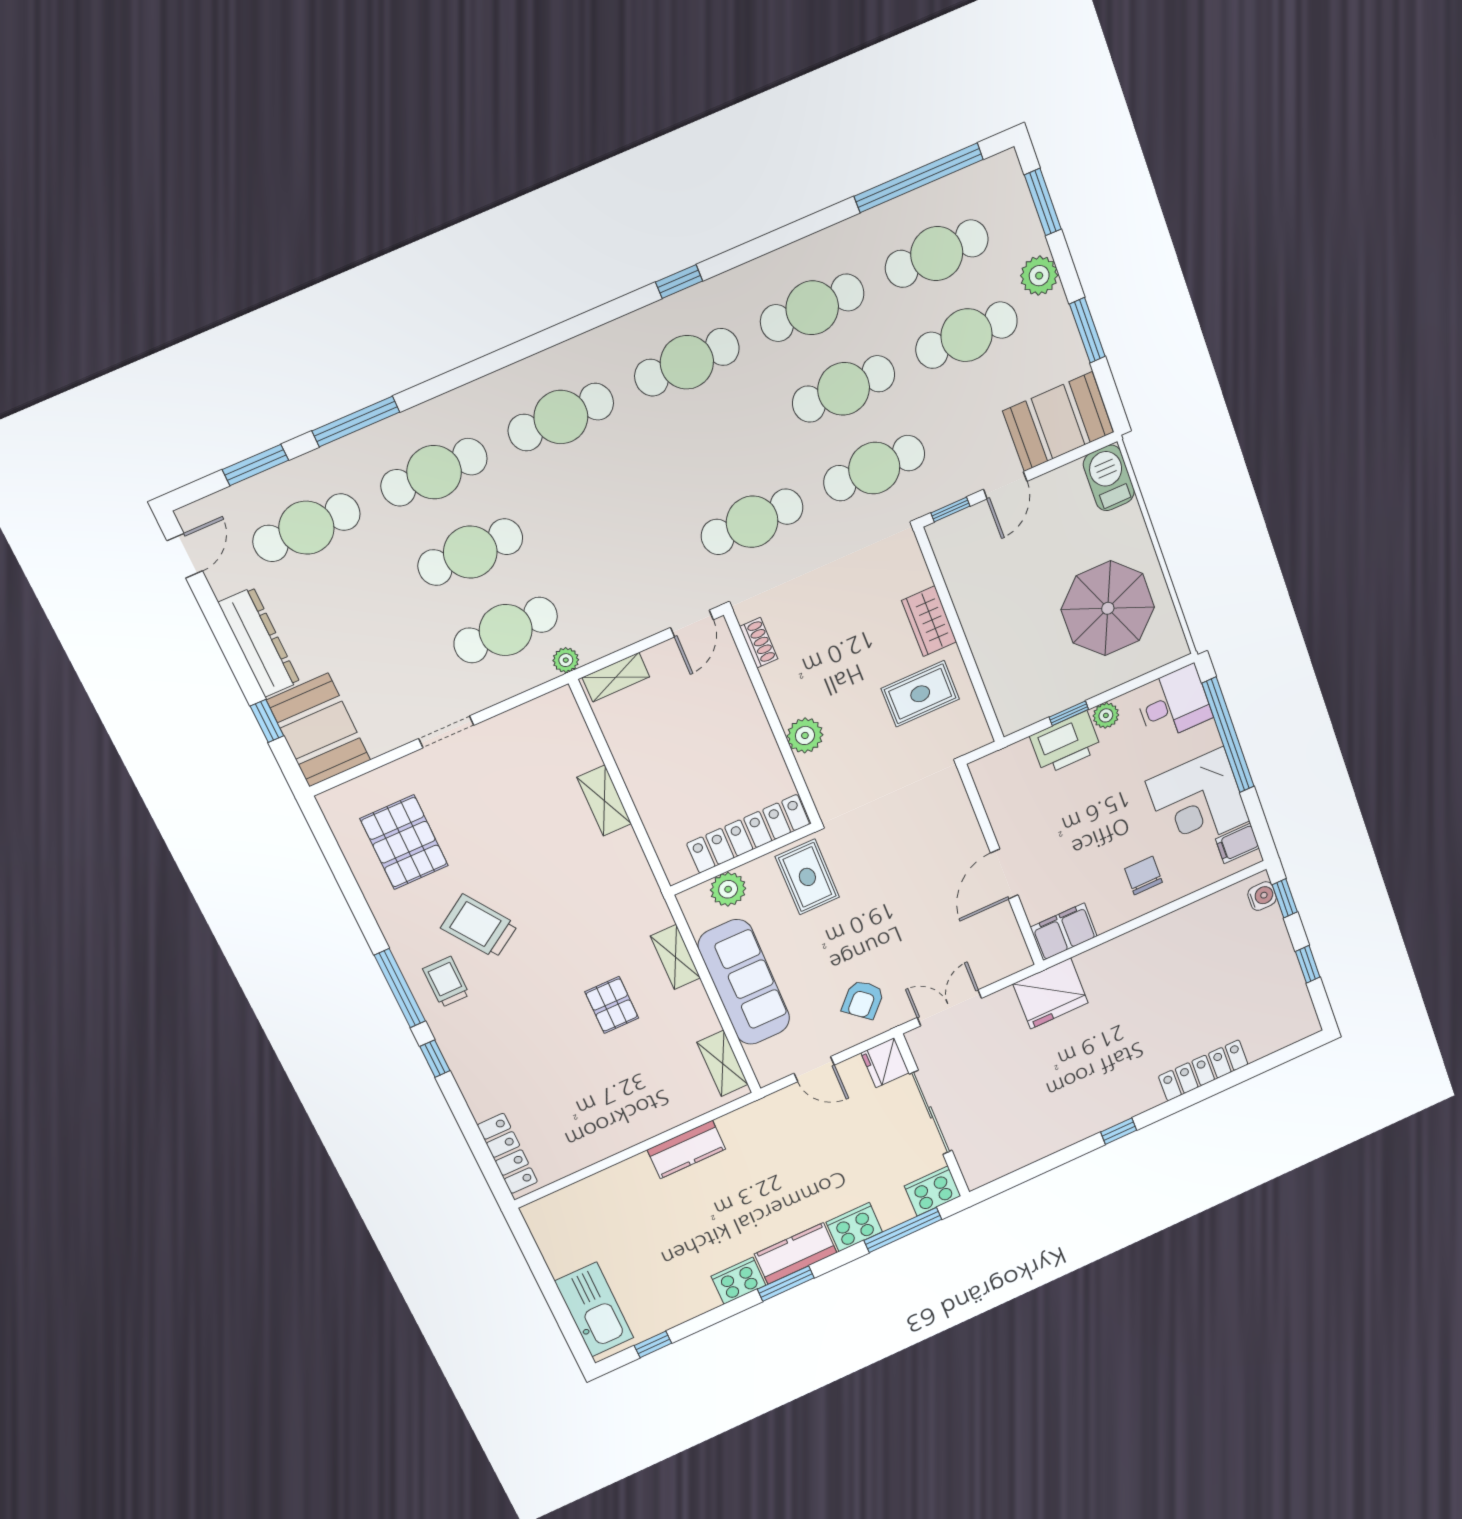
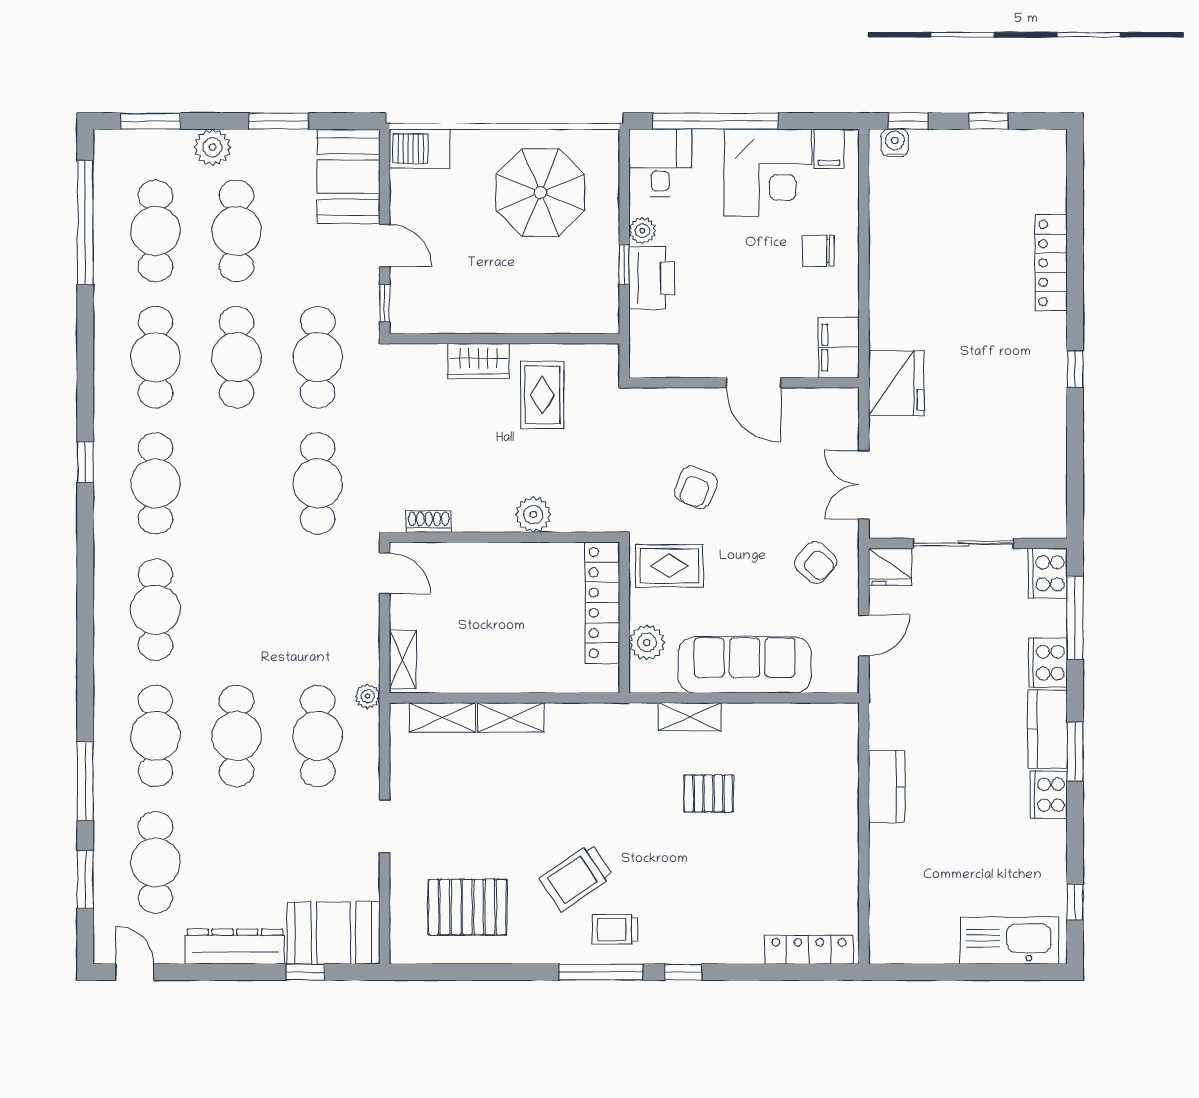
armchair: (889, 867) -> (696, 487), added
shelving: (723, 1063) -> (442, 717), moved

